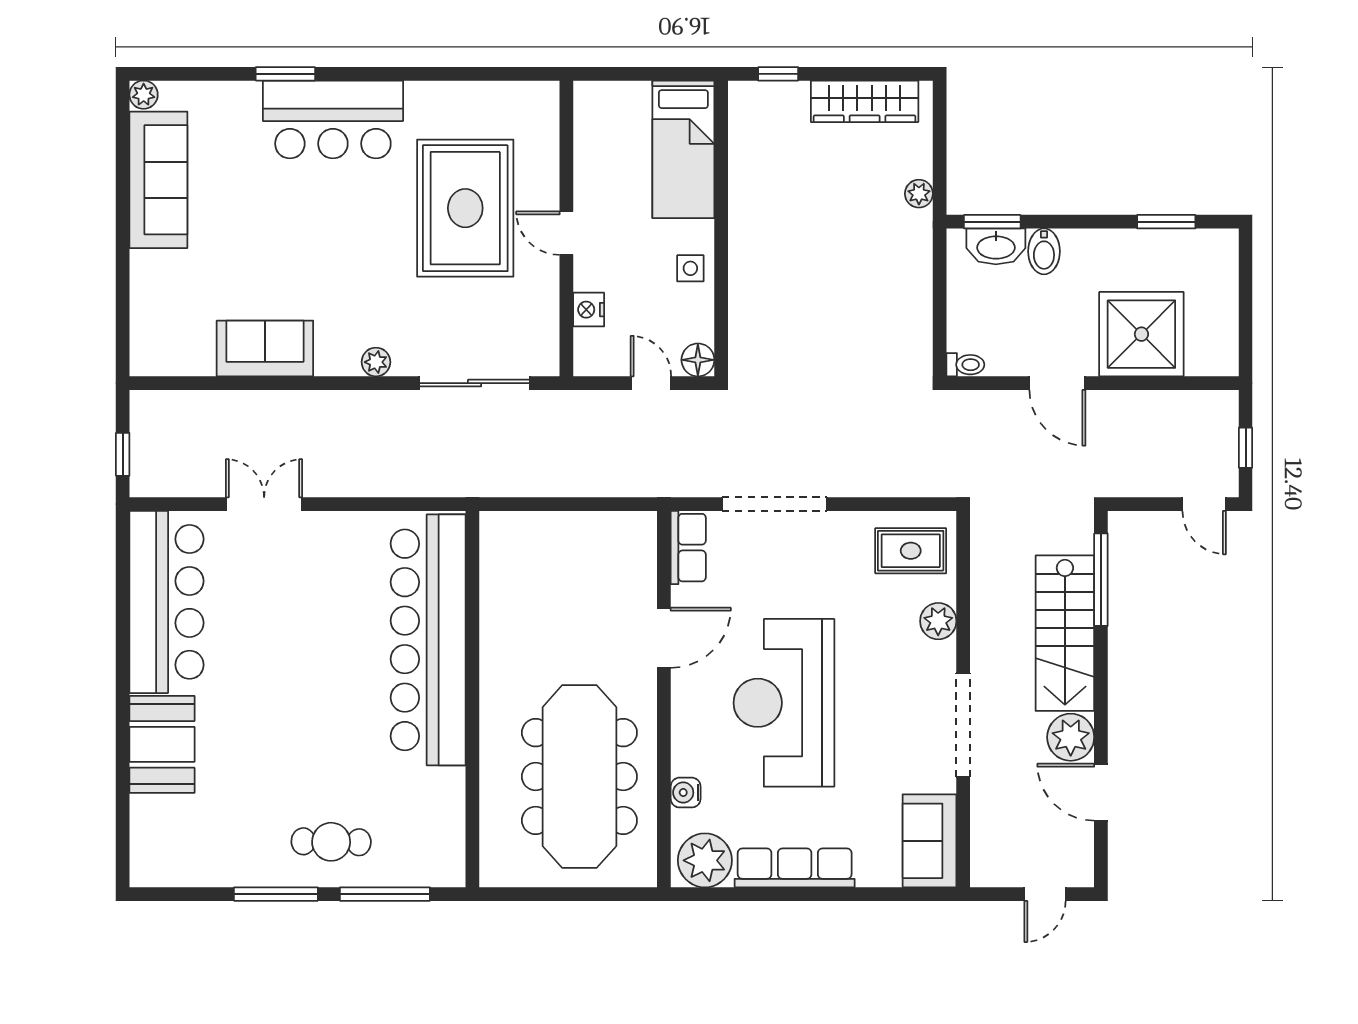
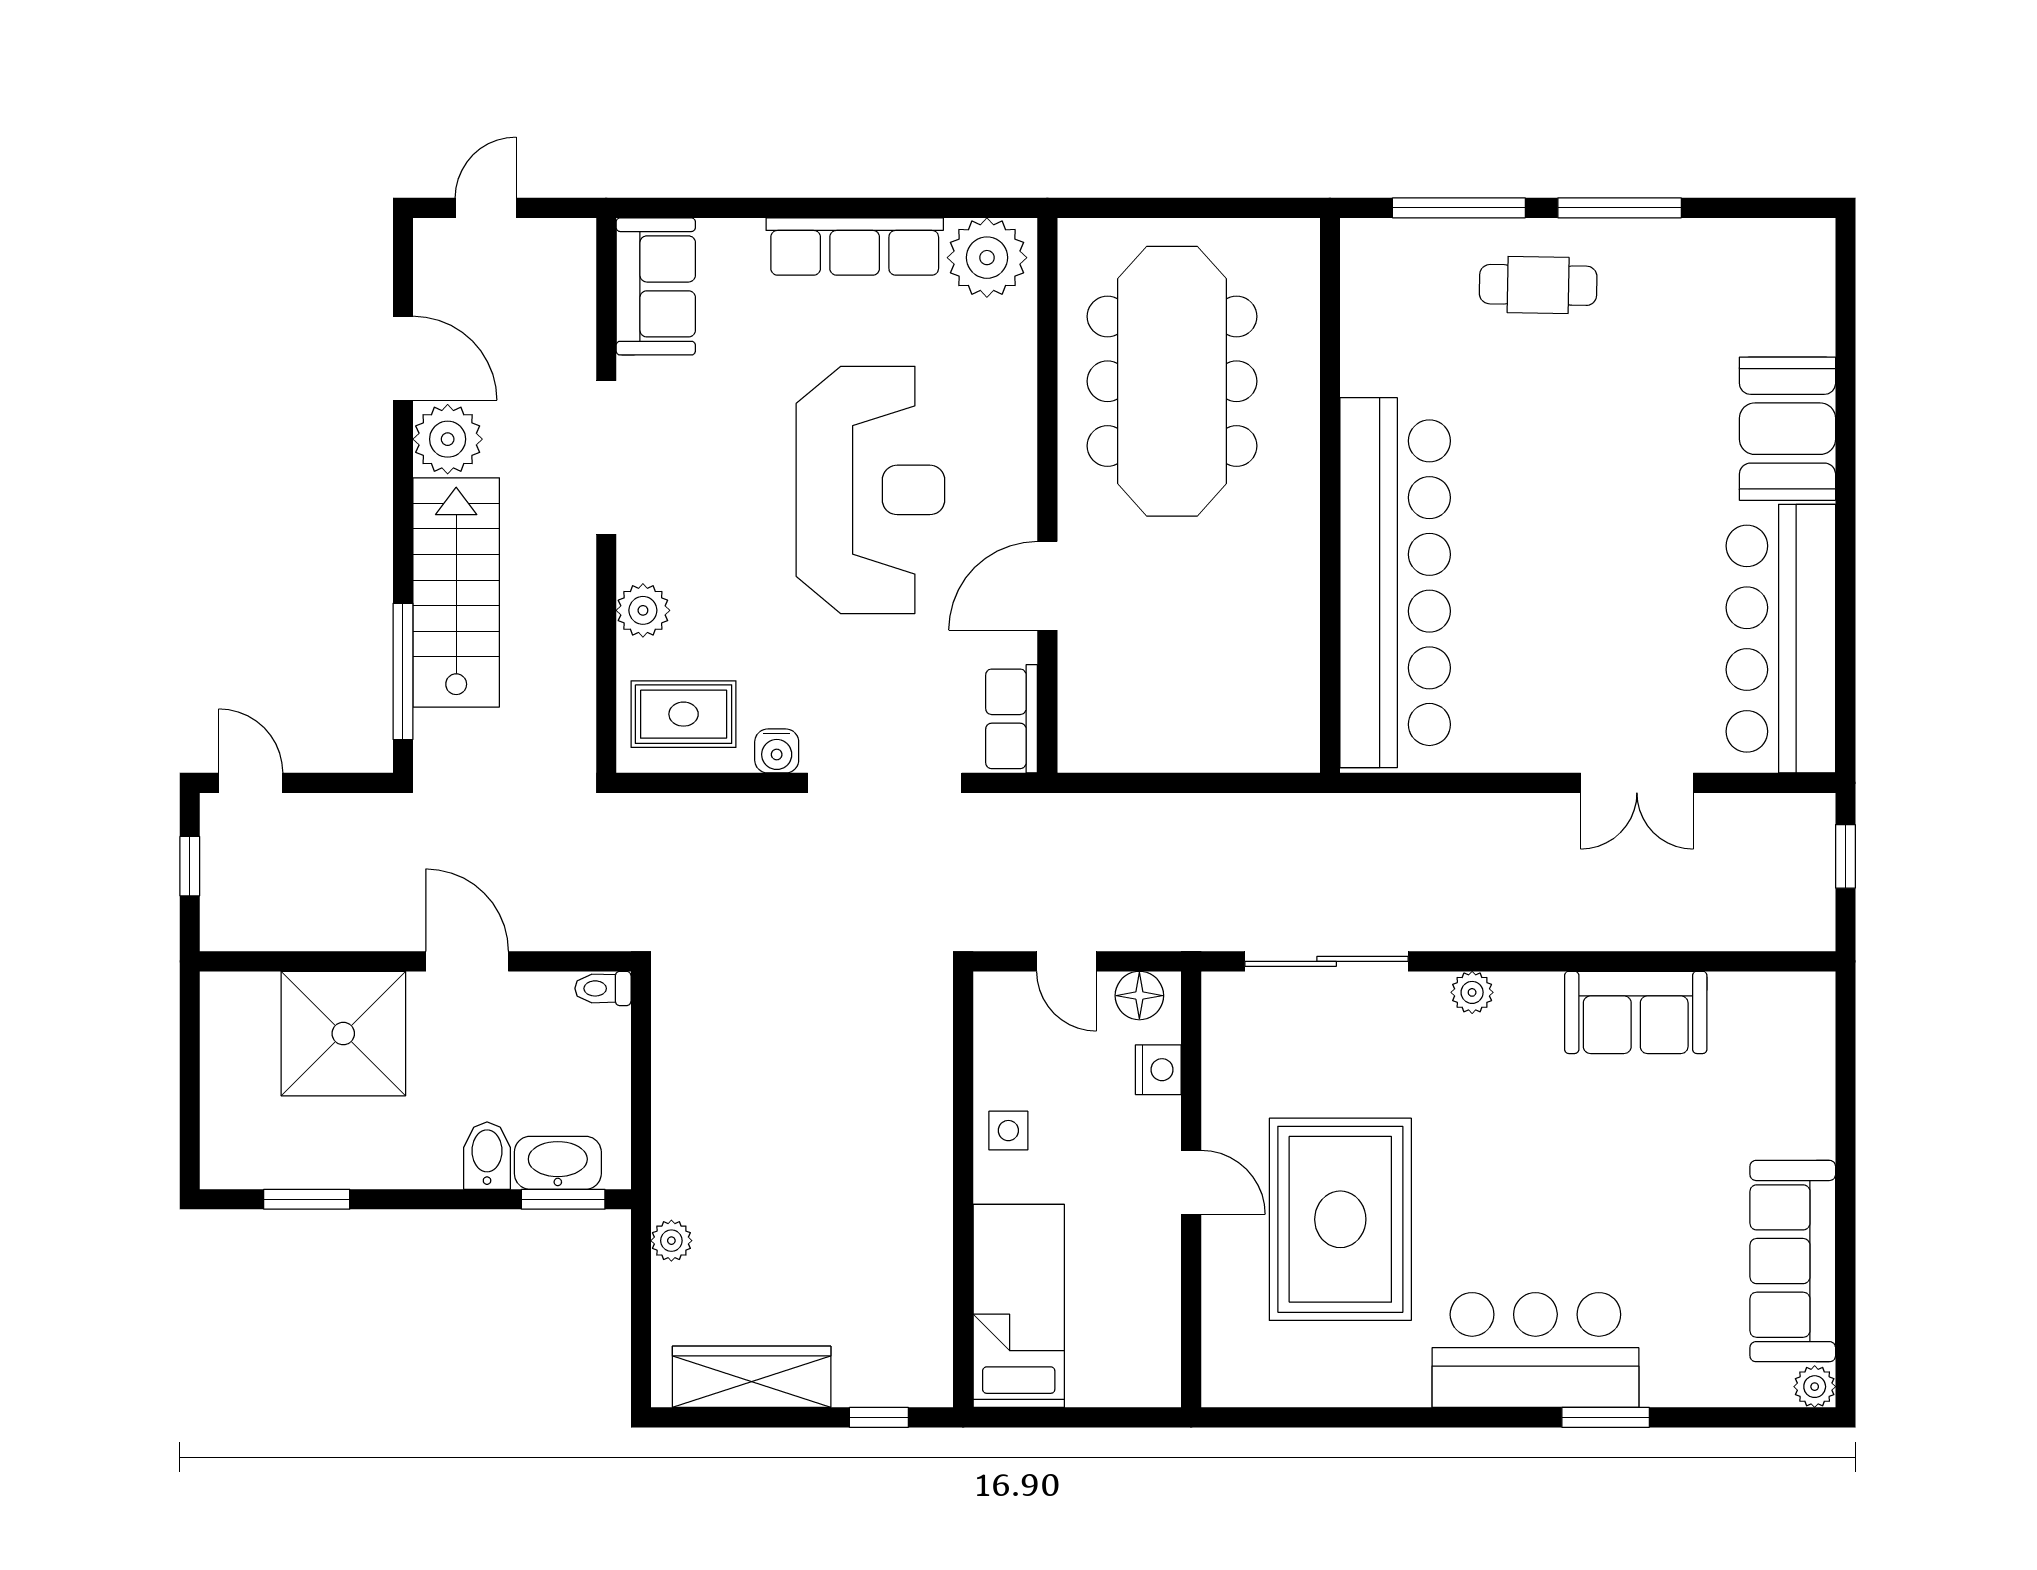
floor lamp: (698, 360) -> (1139, 996), moved
water cooler: (686, 793) -> (777, 751), moved, turned 90

